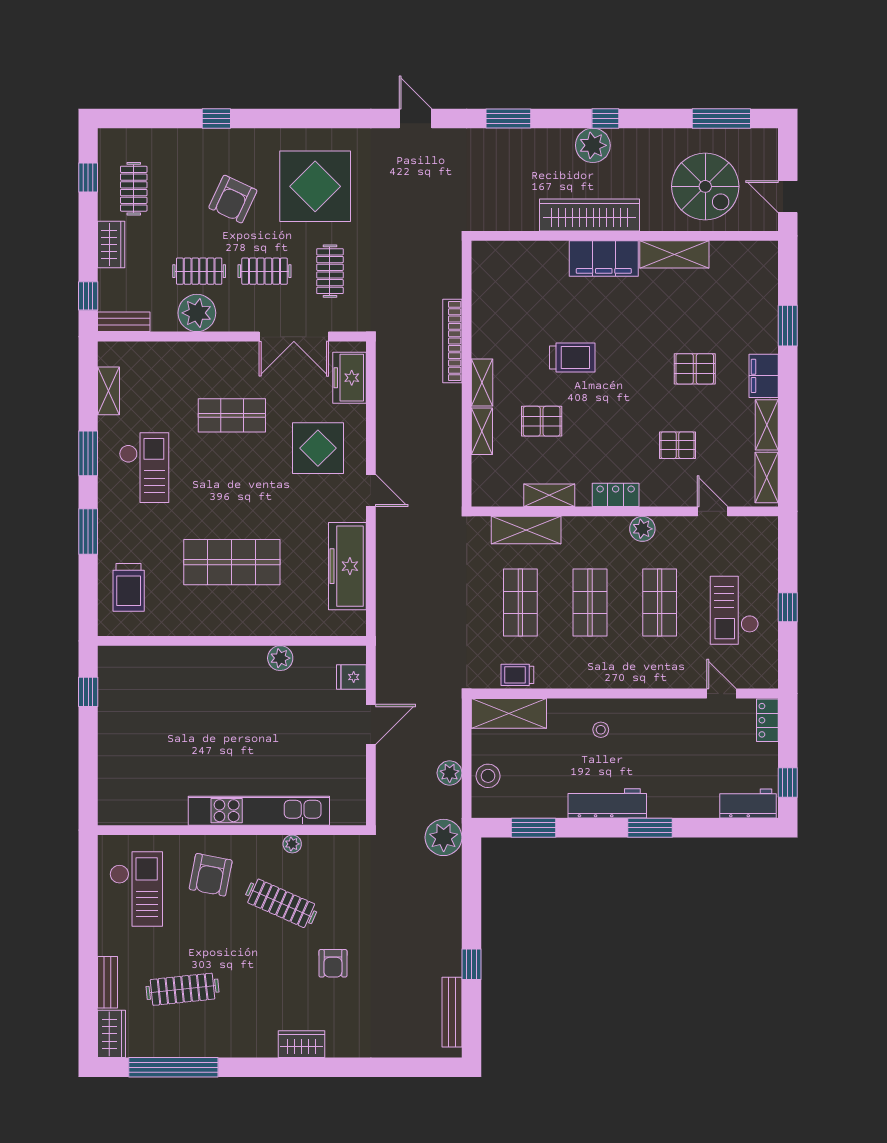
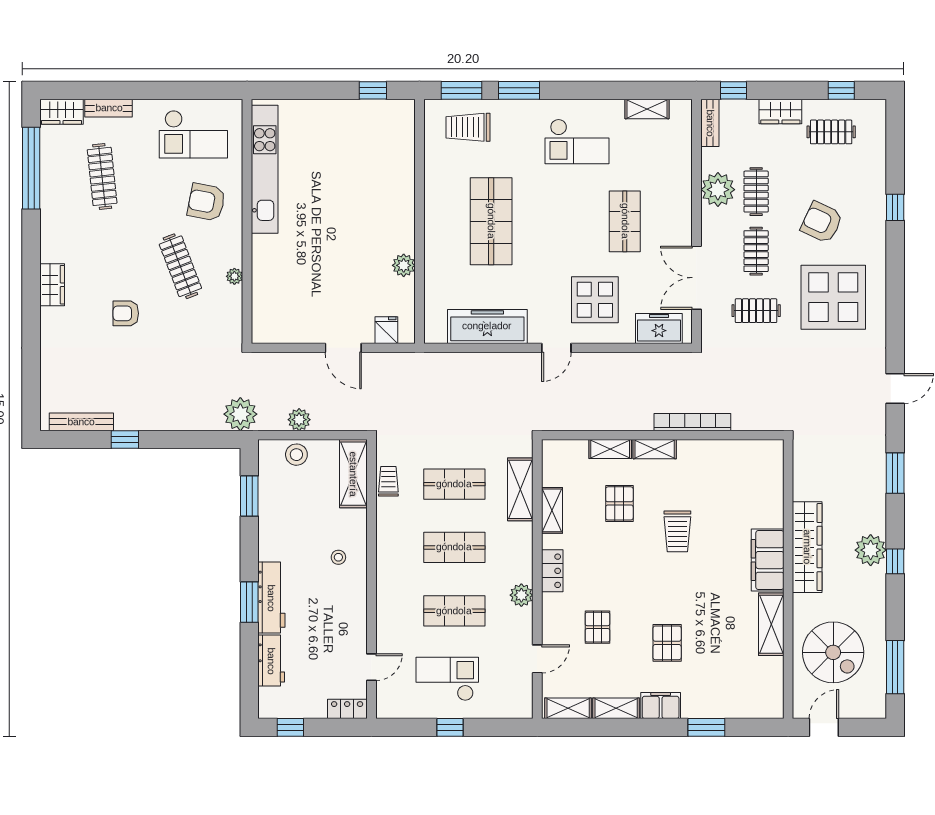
spiral stairs: (705, 186) -> (833, 652), turned -90
window: (88, 453) -> (462, 90), moved
workbench: (607, 803) -> (271, 598), moved
workbench: (748, 804) -> (271, 661), moved
kitchen unit: (259, 811) -> (265, 169), moved
clothes rail: (281, 903) -> (180, 266), turned -45

